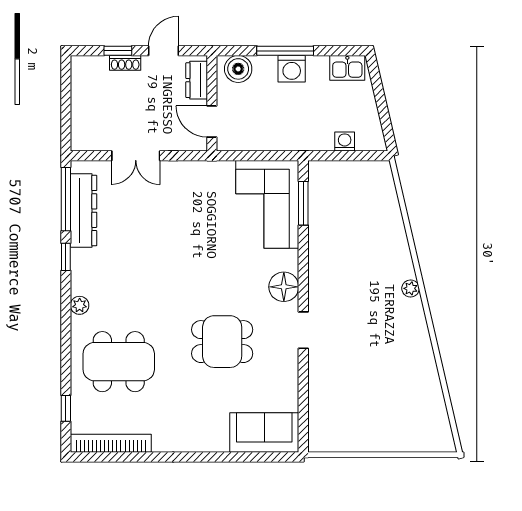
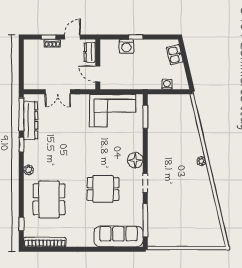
window: (285, 51) -> (136, 37), width x0.46
kitchen sink: (347, 68) -> (175, 55), moved, turned 77
boiler: (238, 69) -> (111, 46), removed
washing machine: (292, 69) -> (126, 46), moved
corner sofa: (267, 204) -> (113, 111), moved, turned -90
dining table: (119, 362) -> (49, 199), turned 90
window: (303, 402) -> (145, 220), added
sofa: (264, 433) -> (118, 236), width x1.36

